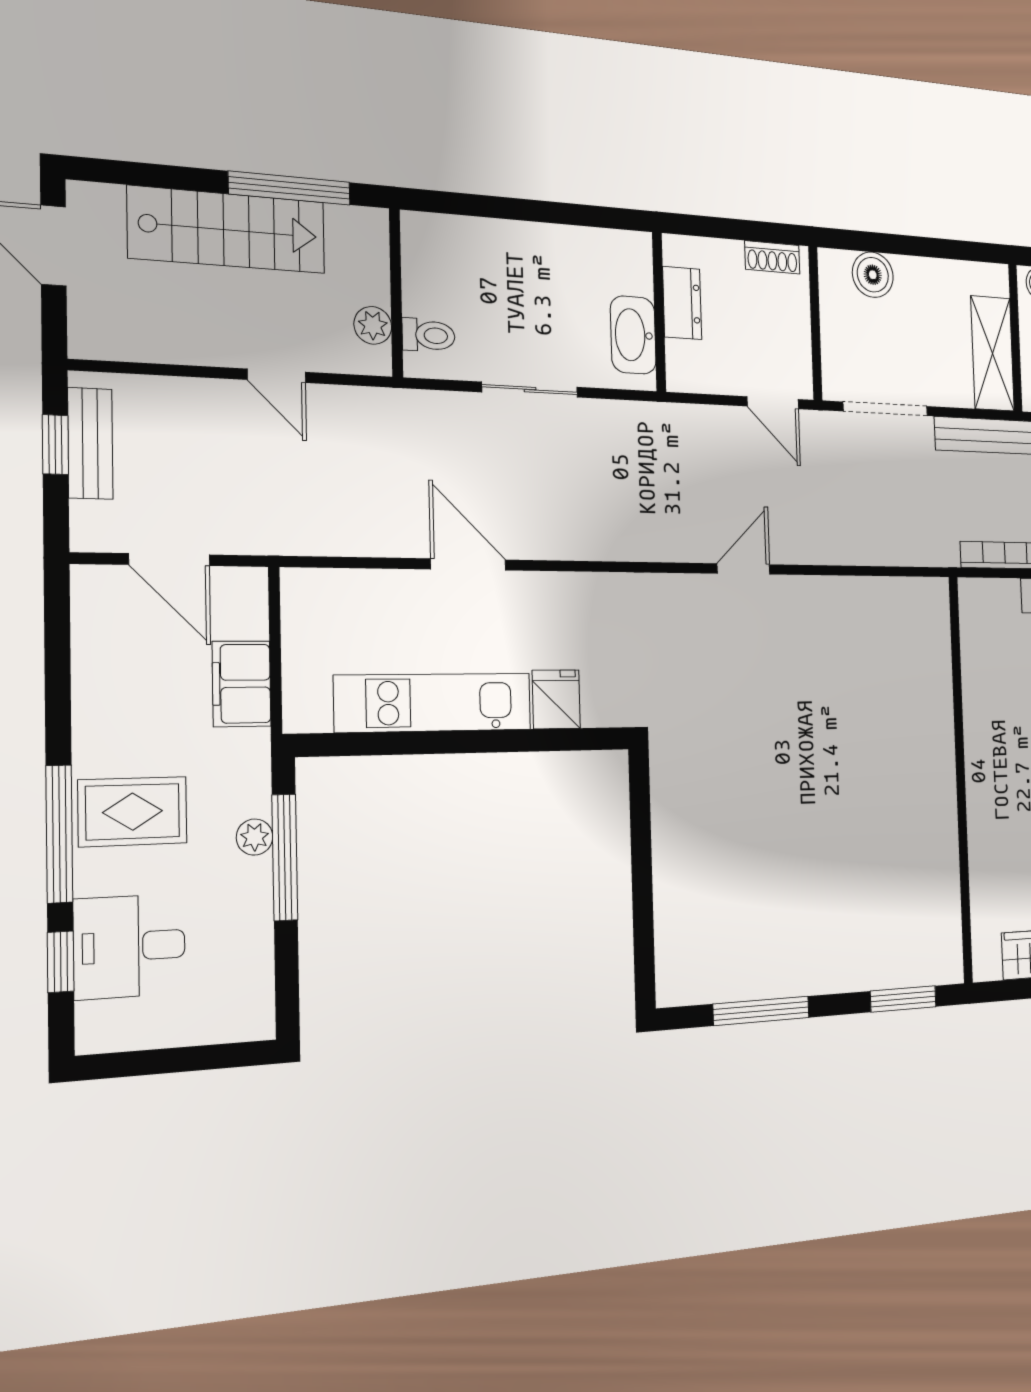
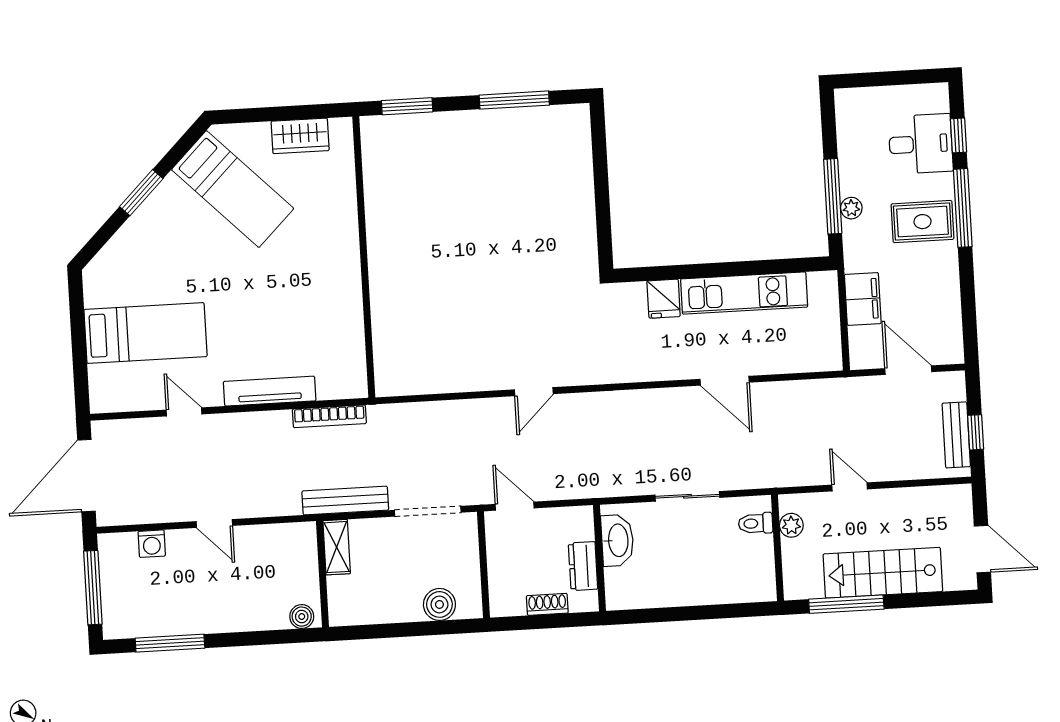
shoe rack: (772, 257) -> (547, 604), moved
shelving: (993, 353) -> (337, 547), width x0.67, depth x0.75

